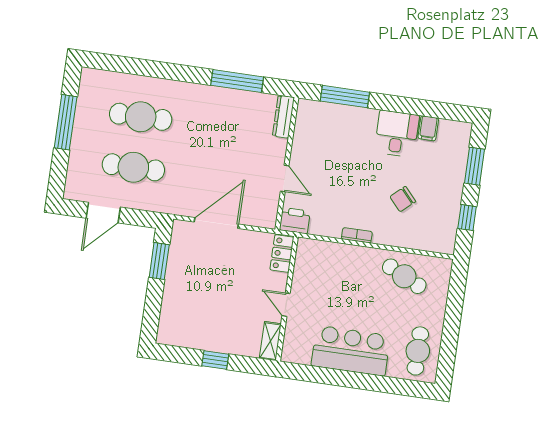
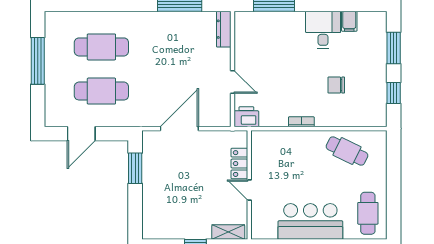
chair: (403, 199) -> (336, 85), turned 42
locker: (282, 253) -> (239, 164), moved
shelving: (270, 341) -> (228, 232), moved, turned 90

